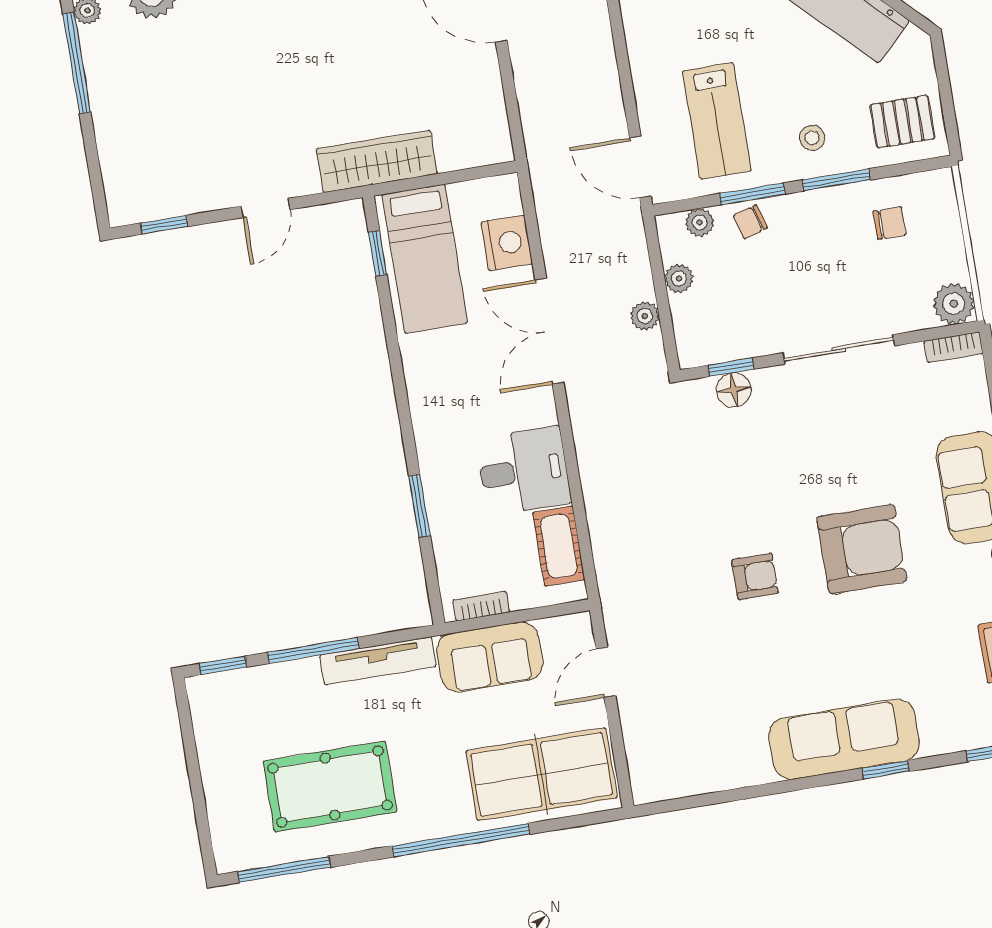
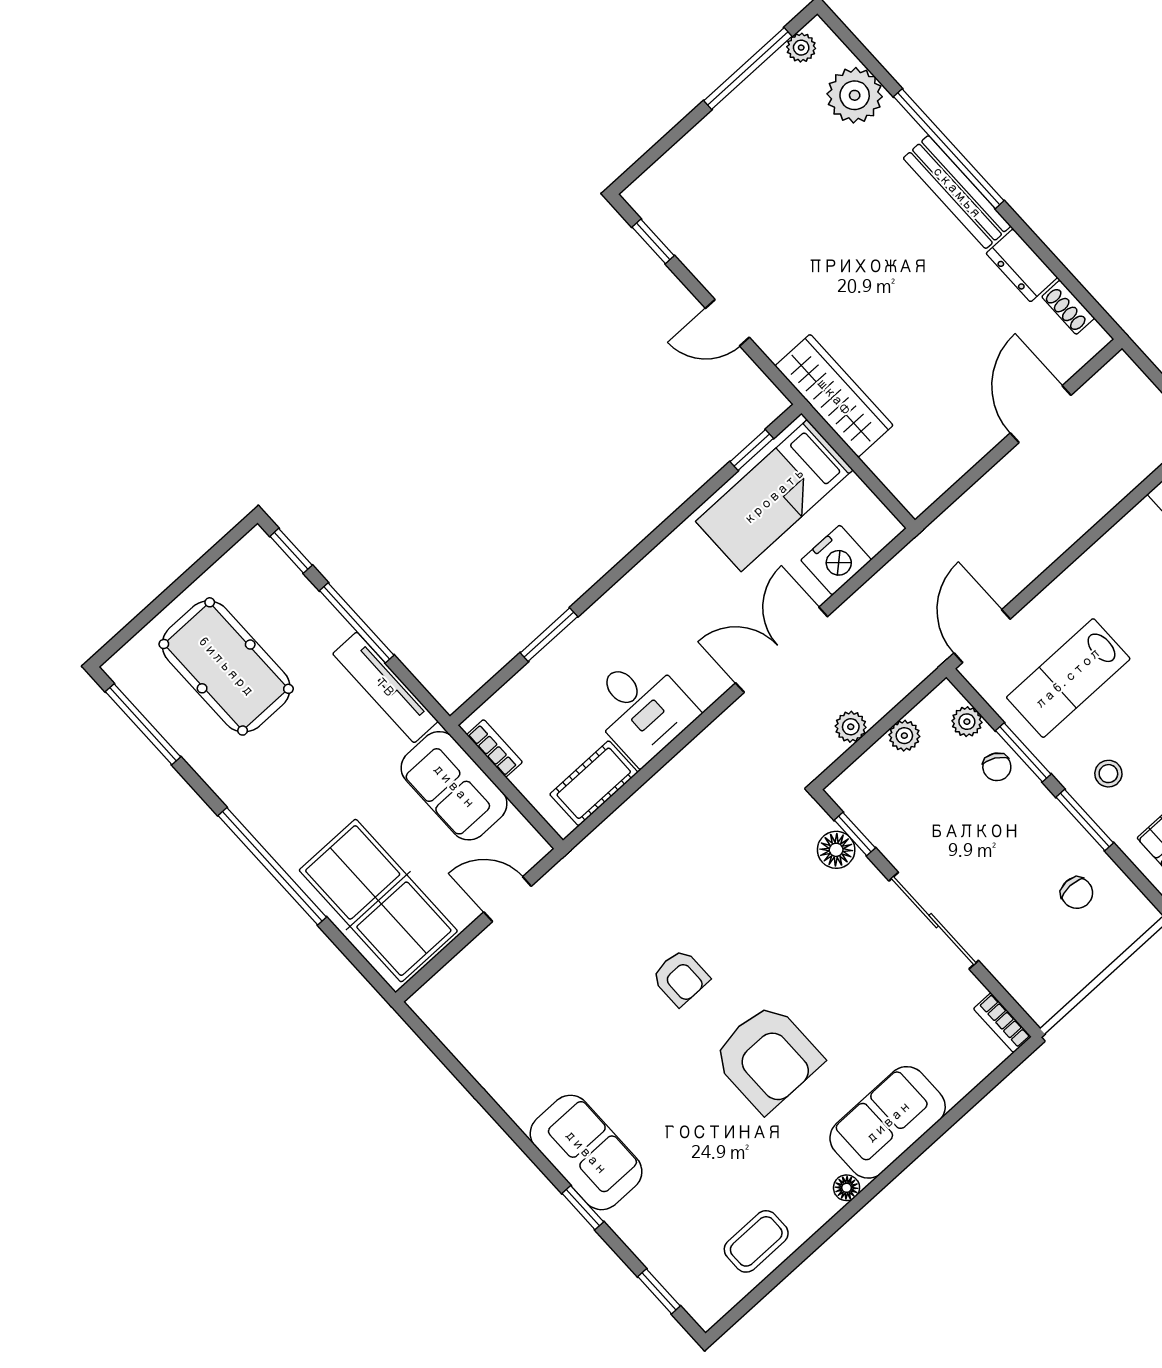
chair: (750, 222) -> (997, 767), turned -134
plant: (954, 304) -> (1042, 998), removed
sofa: (844, 739) -> (586, 1152), width x0.73
pool table: (330, 787) -> (226, 666), moved

